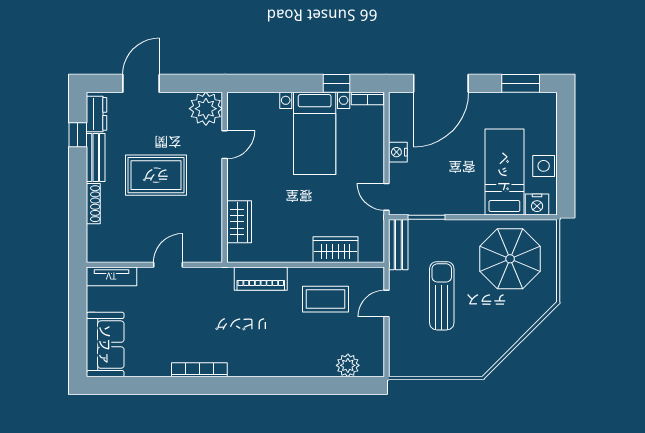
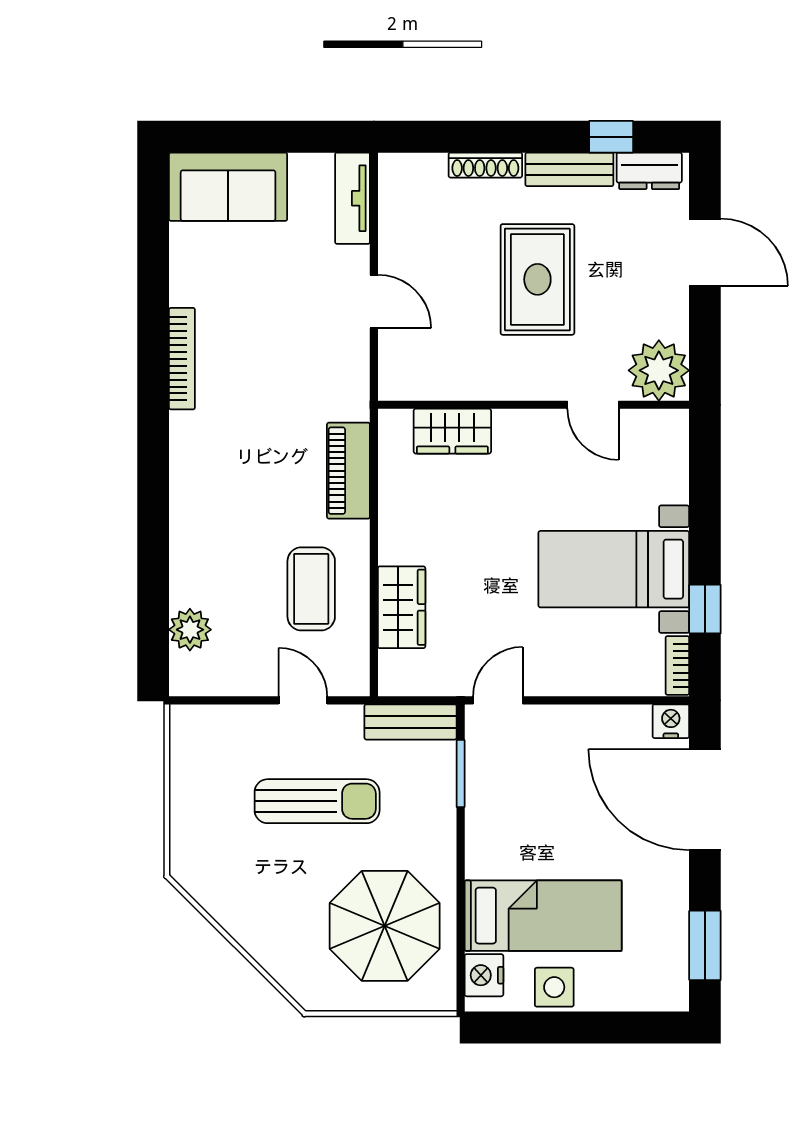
nightstand: (398, 152) -> (671, 721), moved

